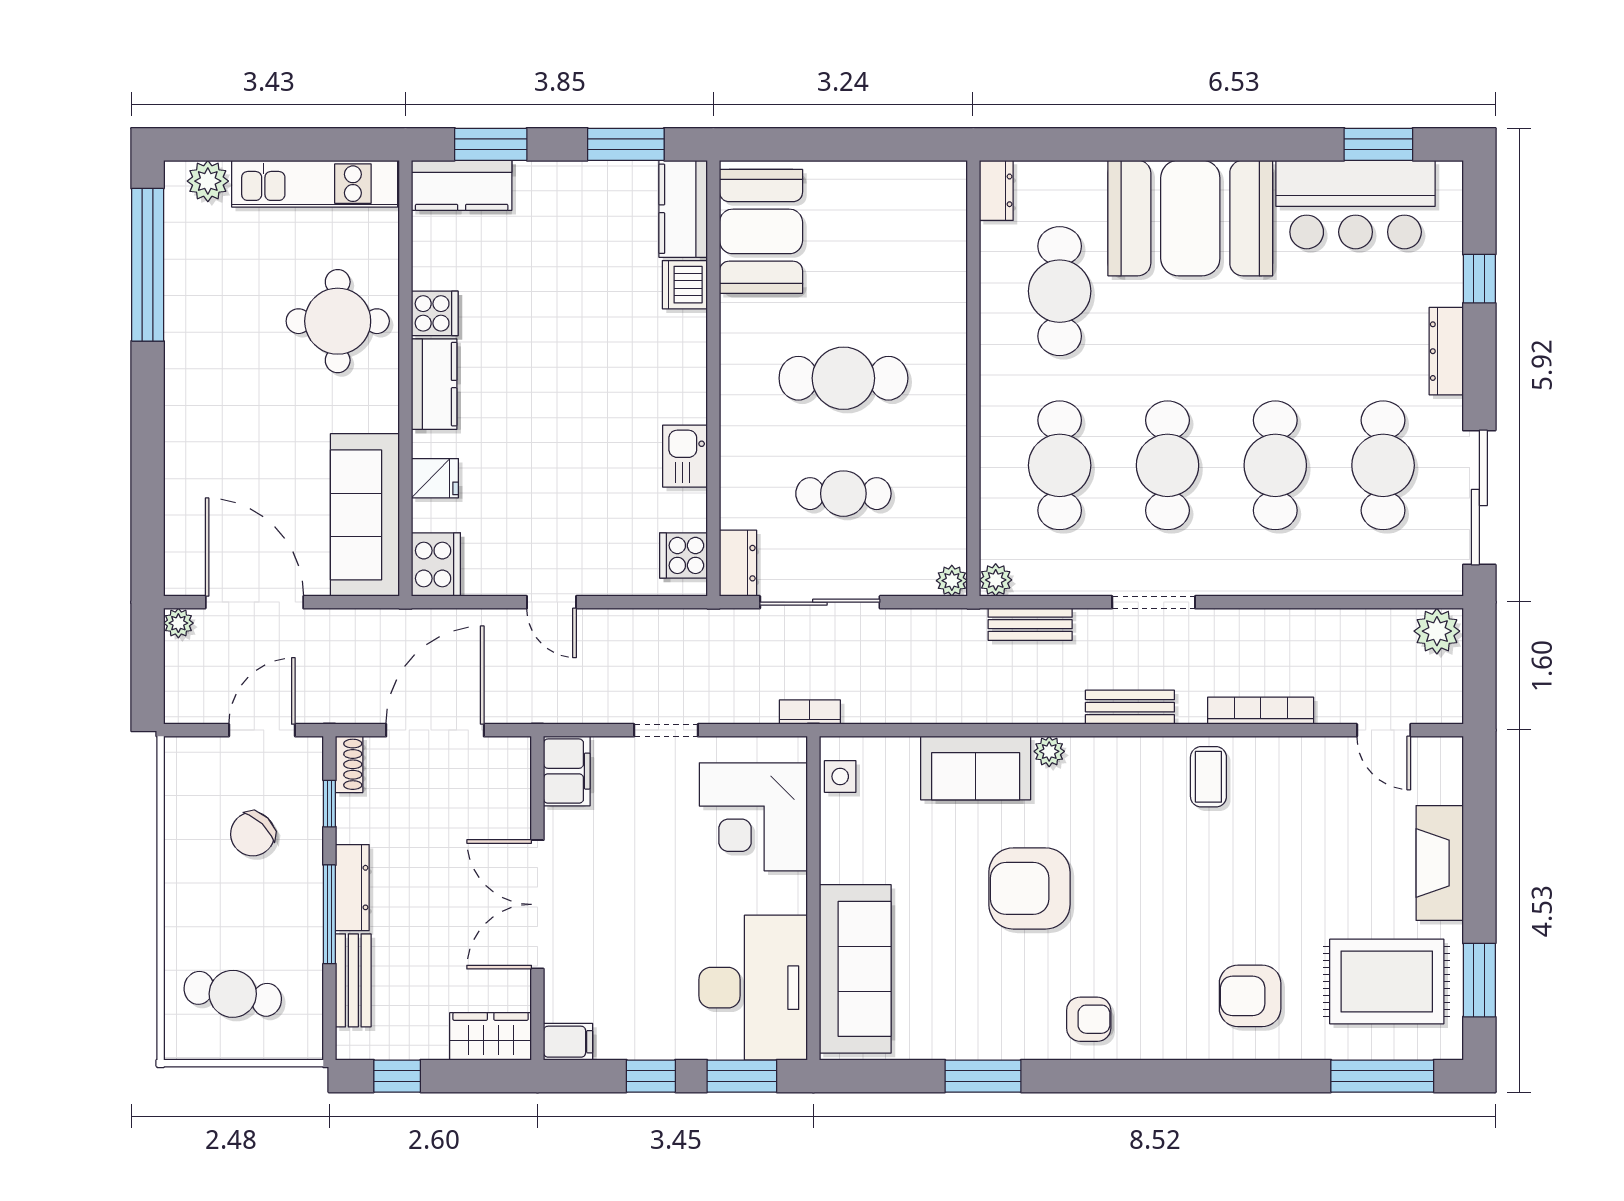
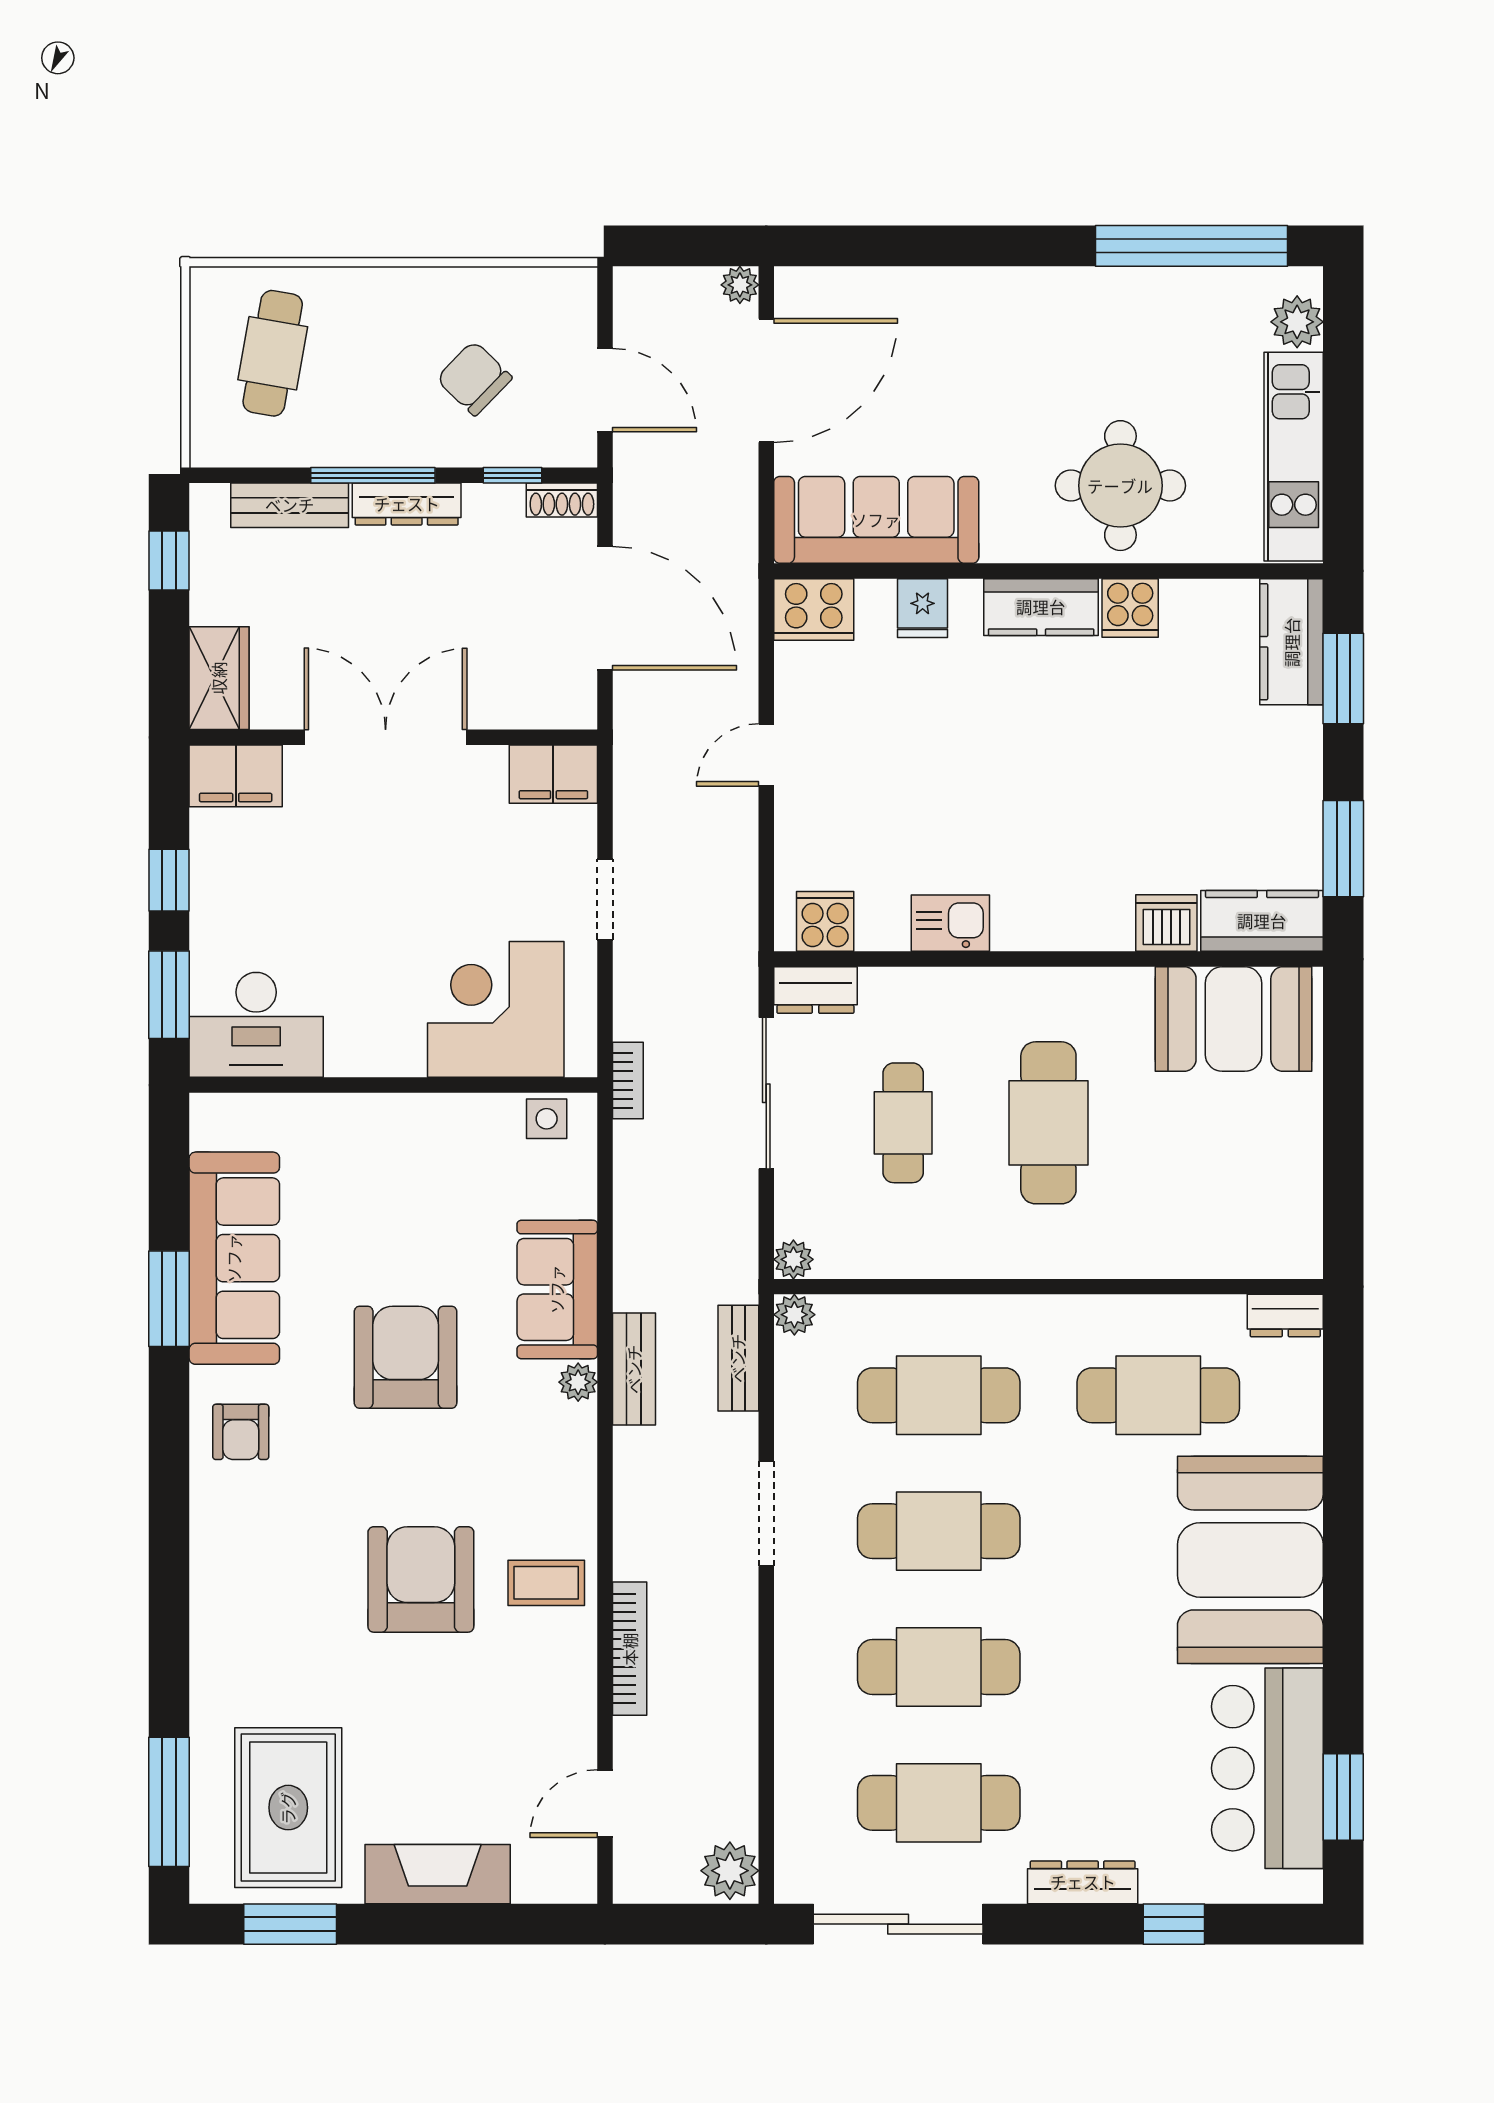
bench: (1130, 707) -> (634, 1369), moved
sofa: (855, 969) -> (234, 1258), moved, turned -90
desk: (753, 988) -> (256, 1025), width x0.73, depth x0.77
armchair: (1250, 996) -> (421, 1579), moved, width x1.36, depth x1.36
filing cabinet: (568, 1042) -> (236, 776), width x2.00

